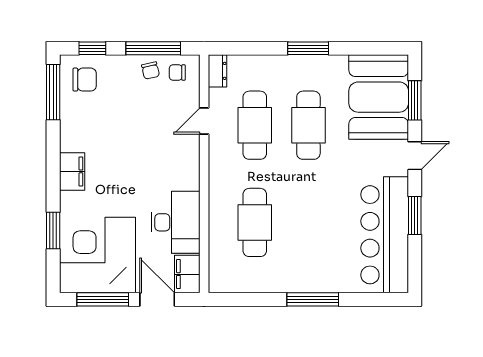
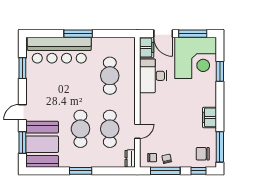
filing cabinet: (72, 171) -> (210, 117), moved
window: (415, 216) -> (22, 68), moved
bar counter: (385, 235) -> (59, 50), moved, turned 90

